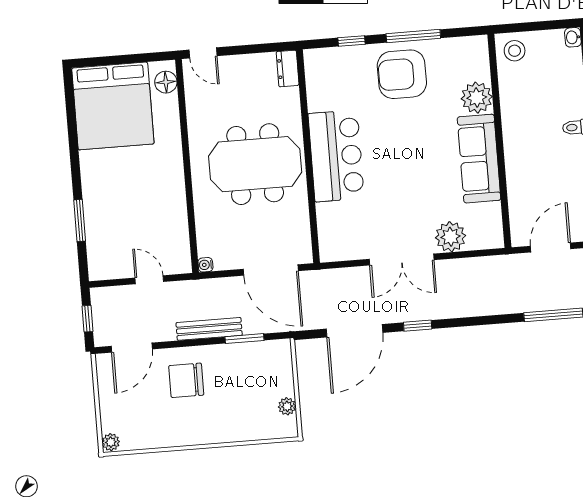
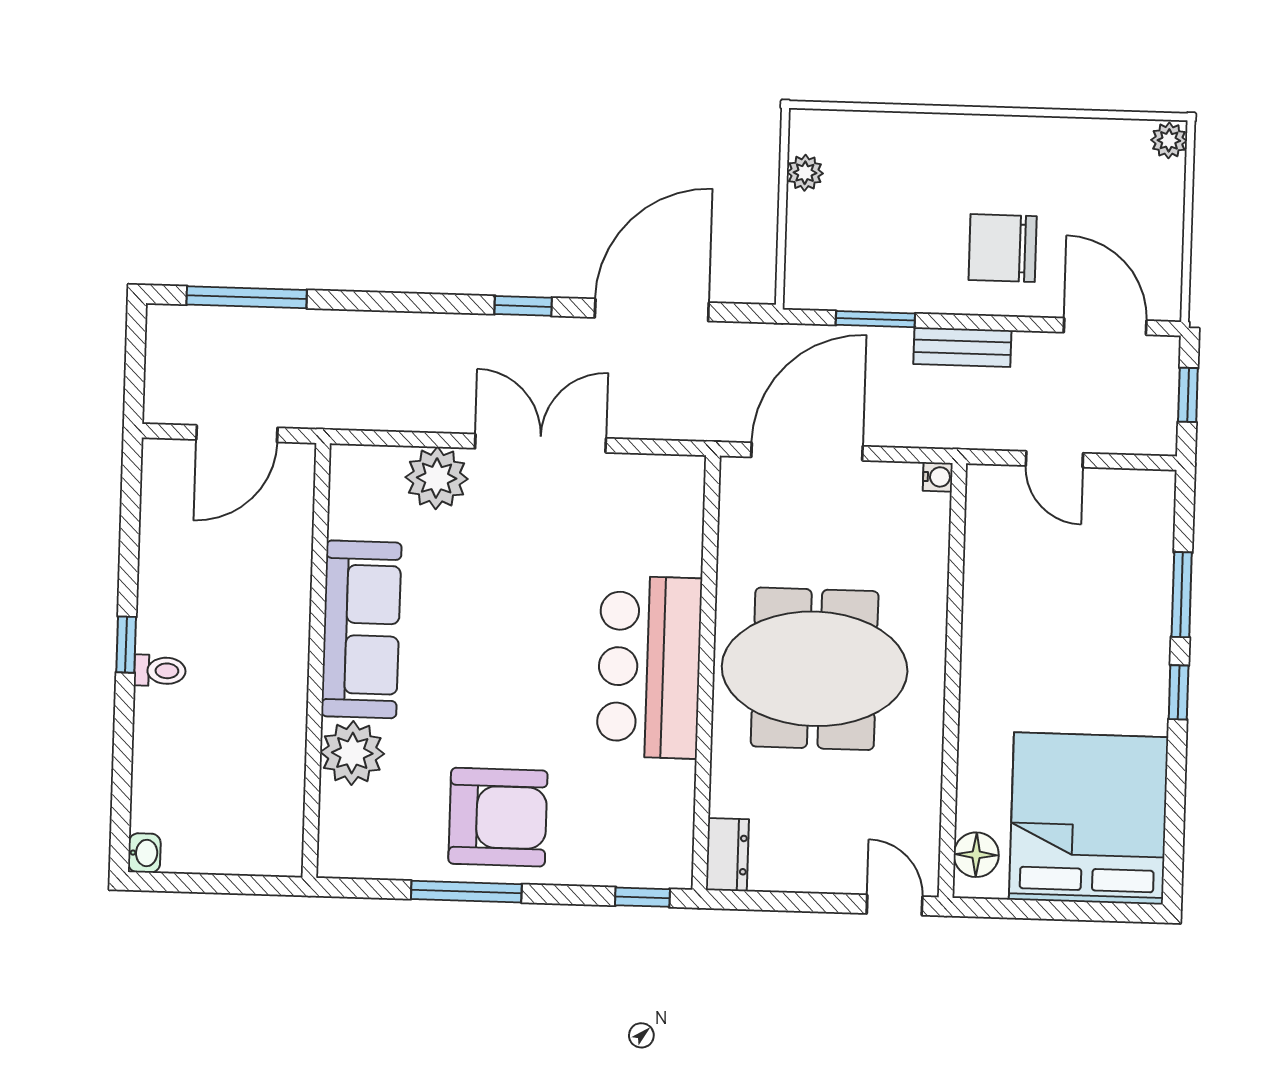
window: (351, 41) -> (642, 897), moved
stool: (515, 51) -> (265, 839), removed
window: (76, 173) -> (1179, 692), added
door: (271, 270) -> (807, 452), hinge flipped
bench: (209, 329) -> (962, 347), width x0.73
door: (132, 348) -> (1105, 326), hinge flipped
chair: (186, 380) -> (1003, 248), turned 180

